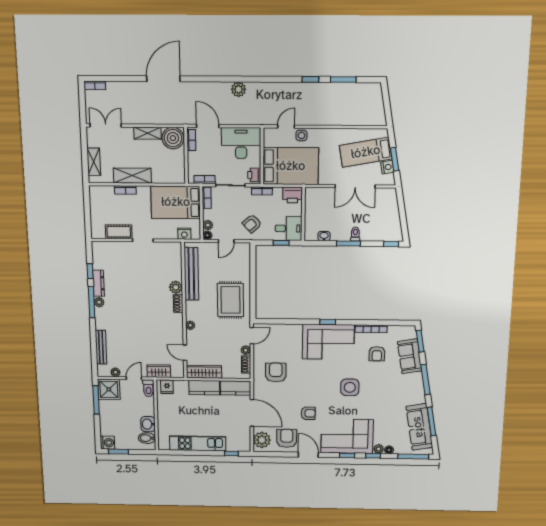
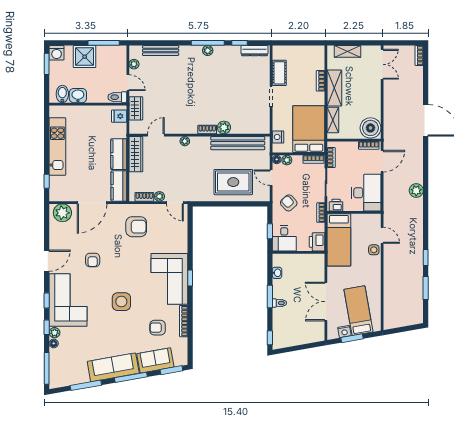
shelving: (147, 133) -> (333, 120), moved
bed: (291, 166) -> (339, 240), width x0.67
dresser: (98, 283) -> (254, 51), moved
rug: (230, 300) -> (233, 182), moved
shower: (109, 389) -> (85, 57), moved
sofa: (419, 427) -> (113, 367), moved
armchair: (287, 438) -> (65, 238), removed

